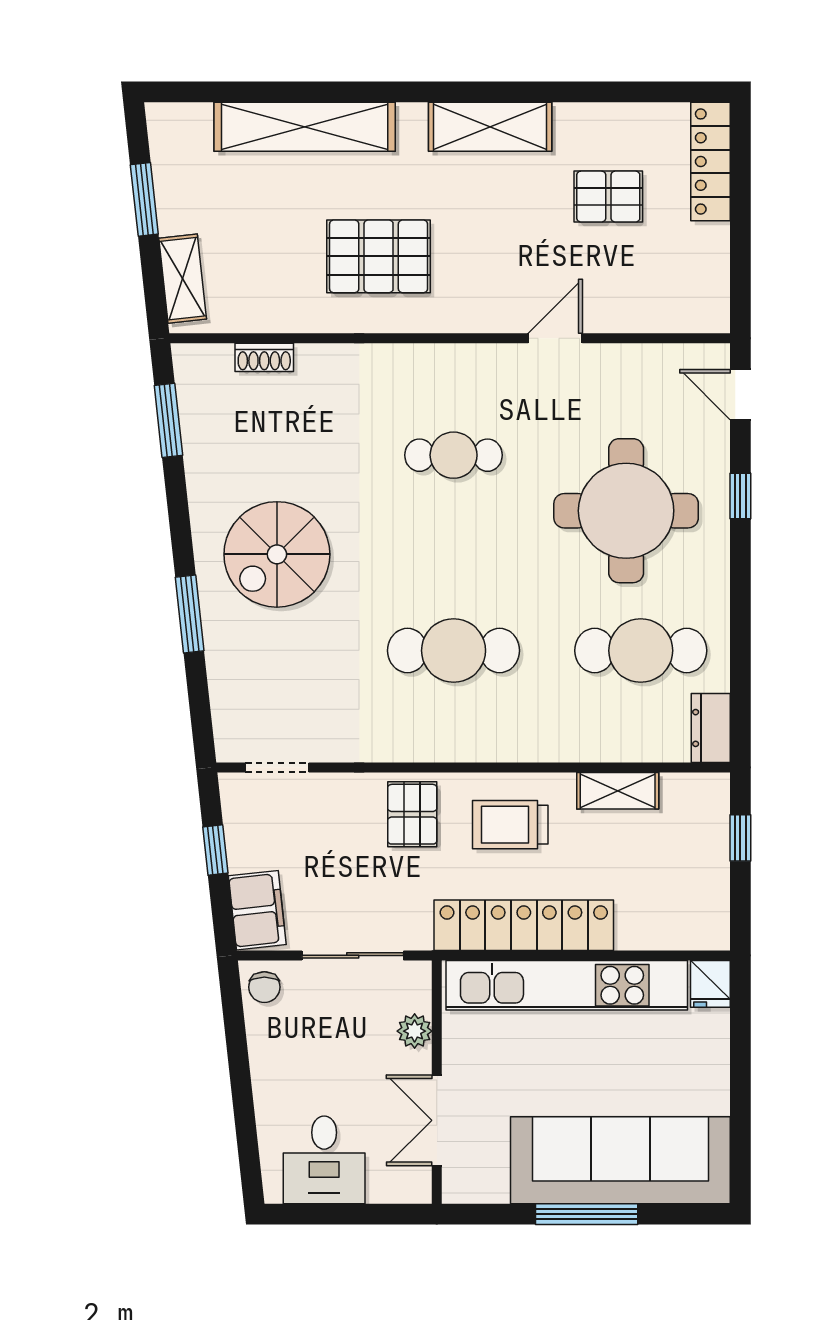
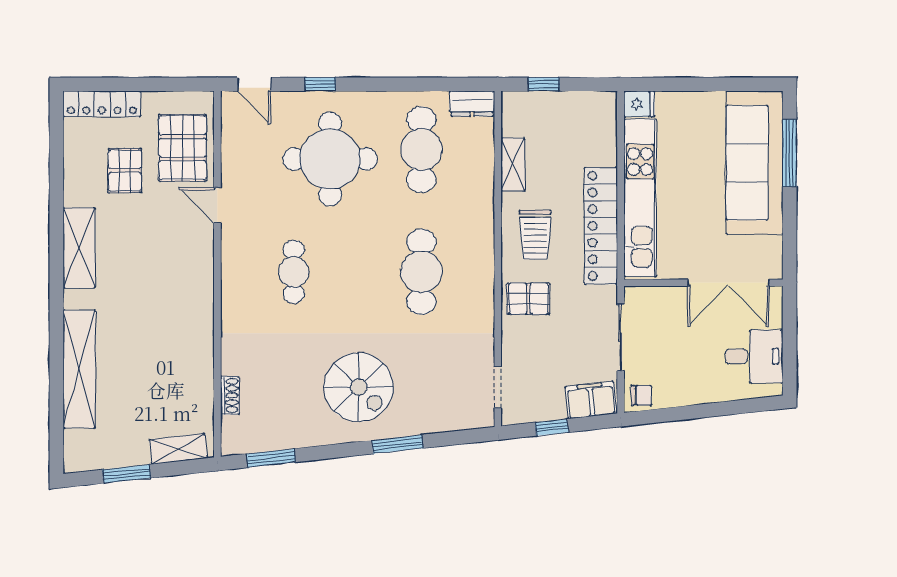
pallet: (379, 256) -> (183, 148), moved
door: (740, 395) -> (254, 84), hinge flipped
plant: (415, 1031) -> (670, 297), removed
double door: (437, 1120) -> (728, 283), width x1.37
window: (587, 1214) -> (790, 153), moved

